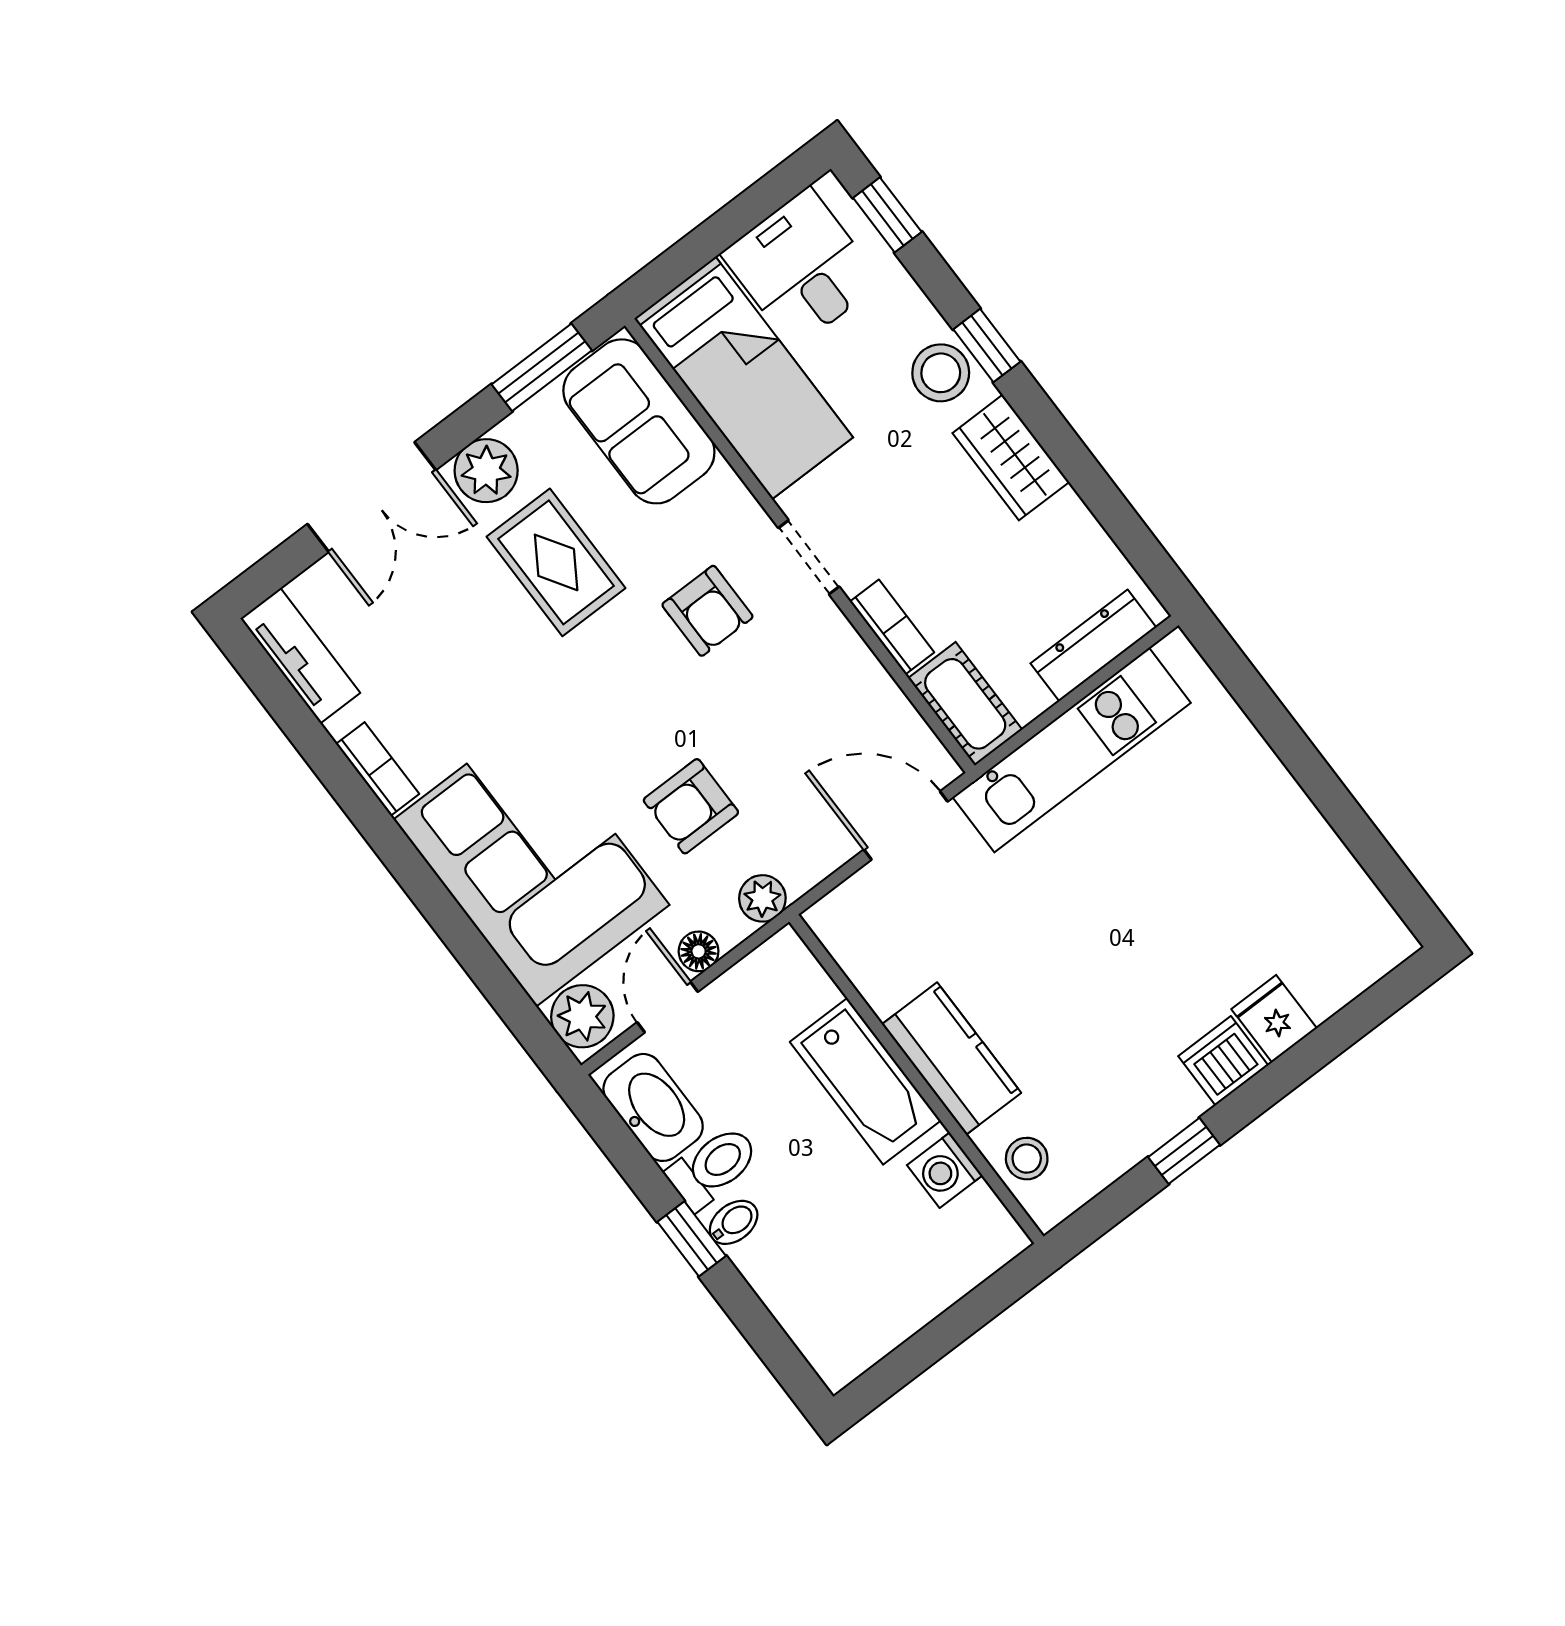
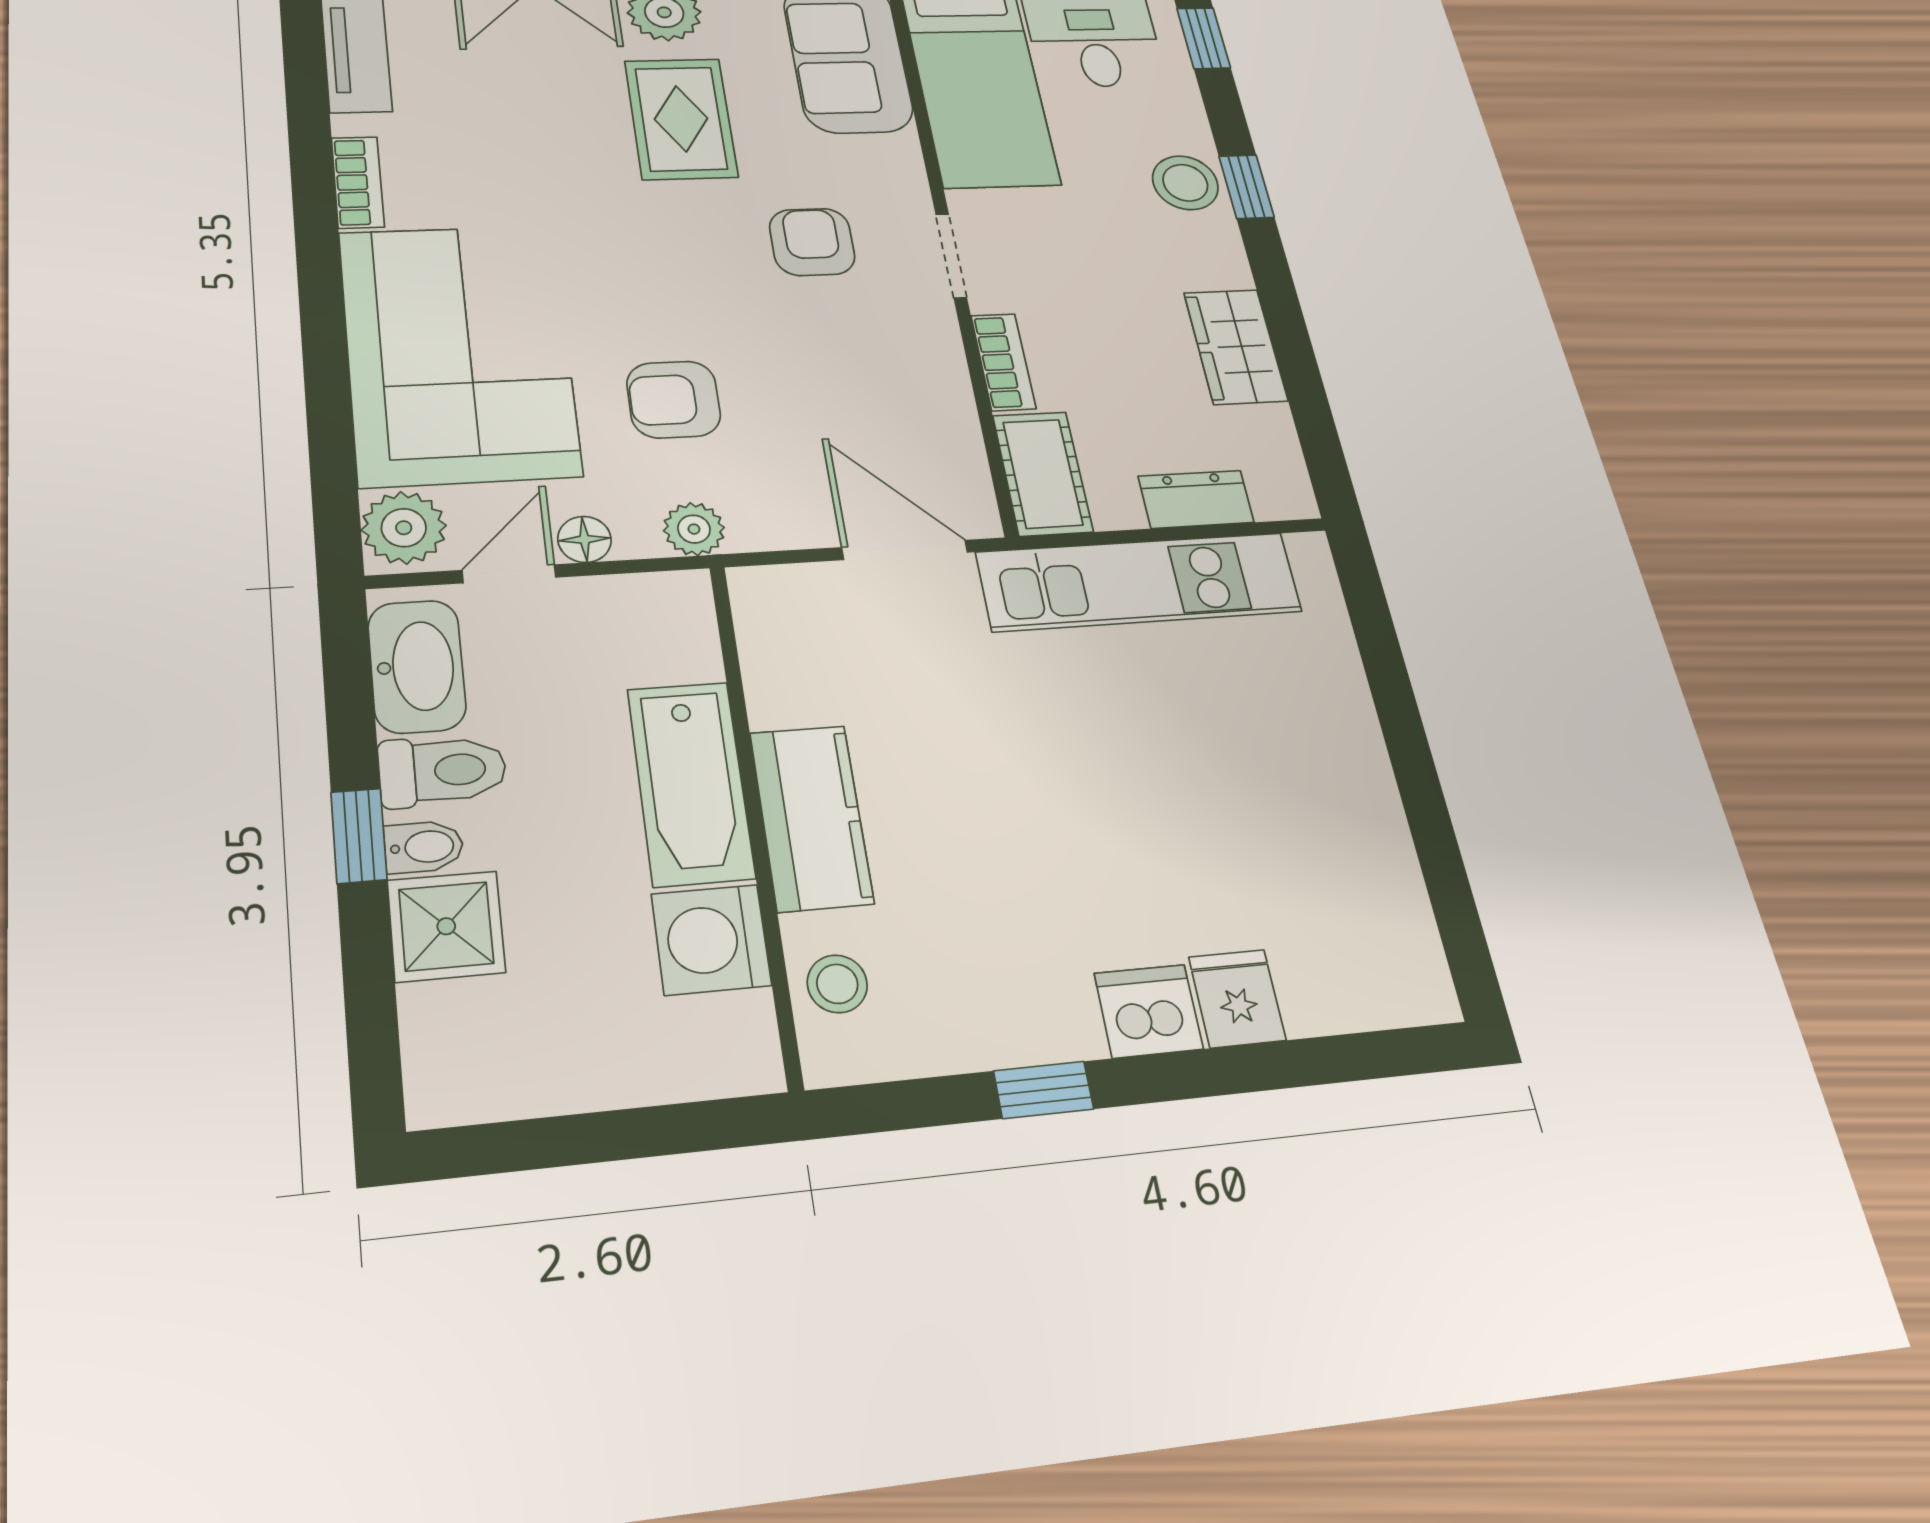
wardrobe: (1011, 457) -> (1236, 347), moved
armchair: (707, 611) -> (812, 242), turned 180
dresser: (1093, 645) -> (1196, 499), width x0.70
washing machine: (945, 1170) -> (711, 940), width x1.38, depth x1.38
shower: (778, 1263) -> (446, 926), added

